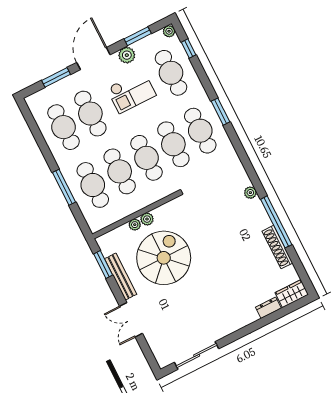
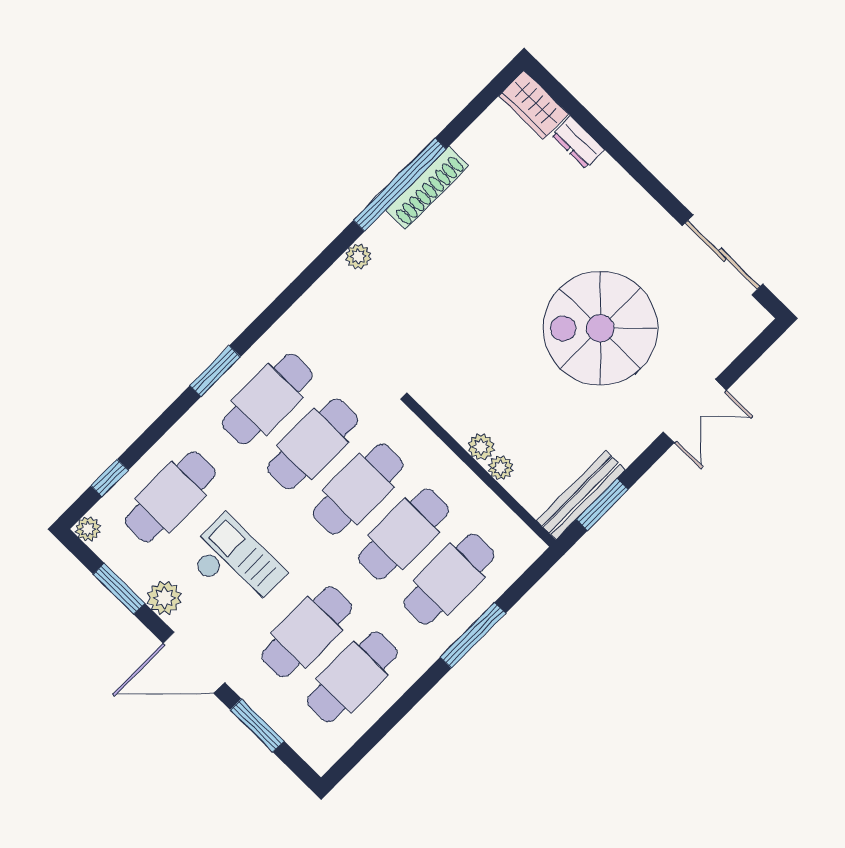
shoe rack: (277, 247) -> (427, 188), moved
spiral stairs: (164, 258) -> (600, 328), moved
bench: (121, 277) -> (581, 495), moved

